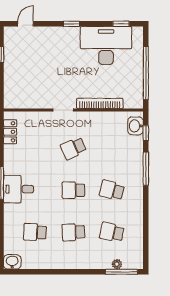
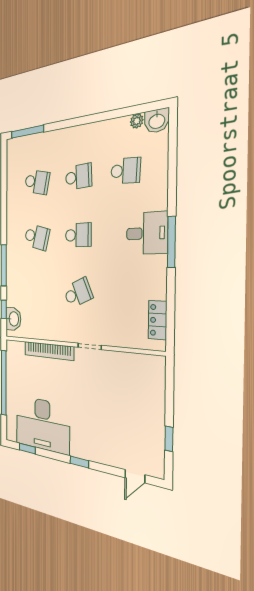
plant: (117, 264) -> (137, 121), moved

